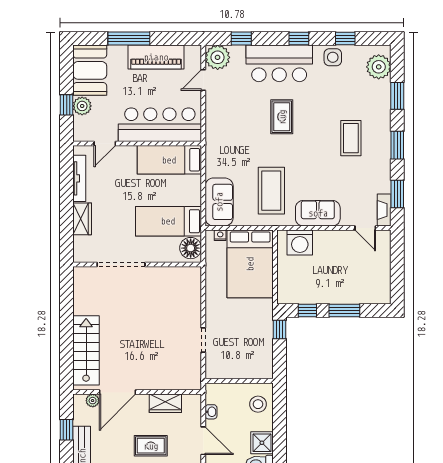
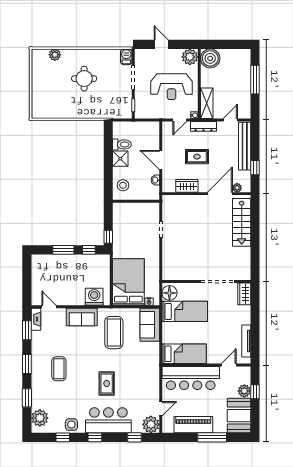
wardrobe: (82, 219) -> (244, 294), moved

